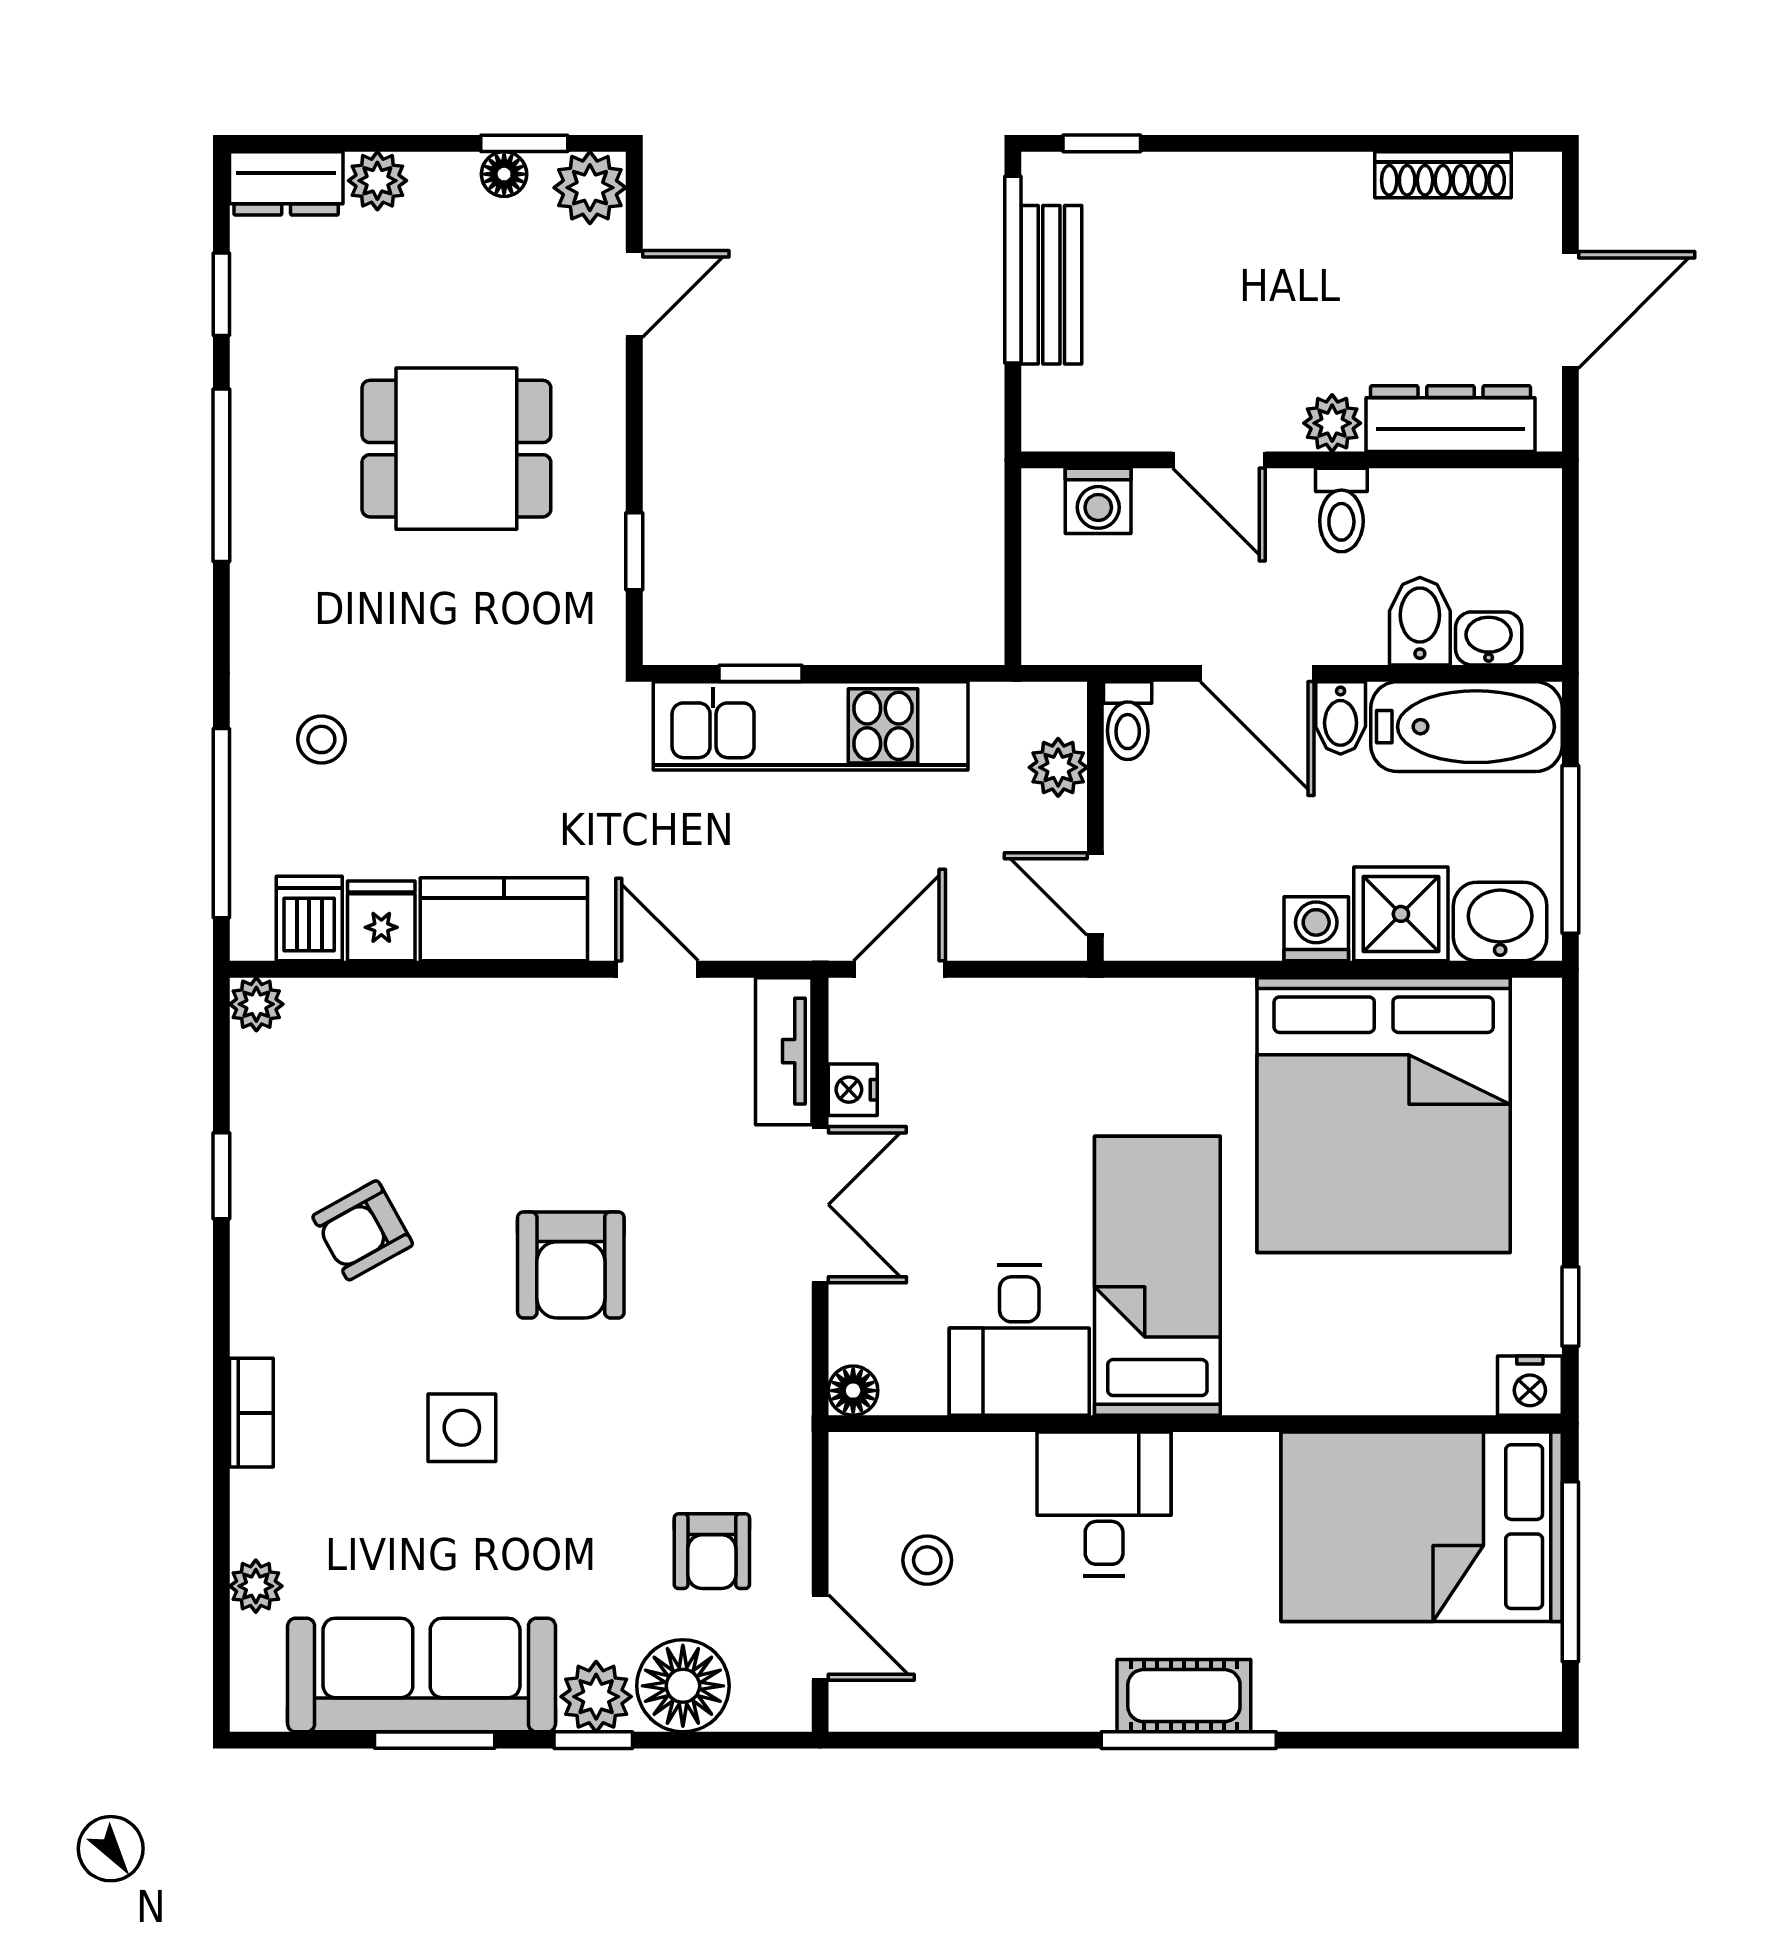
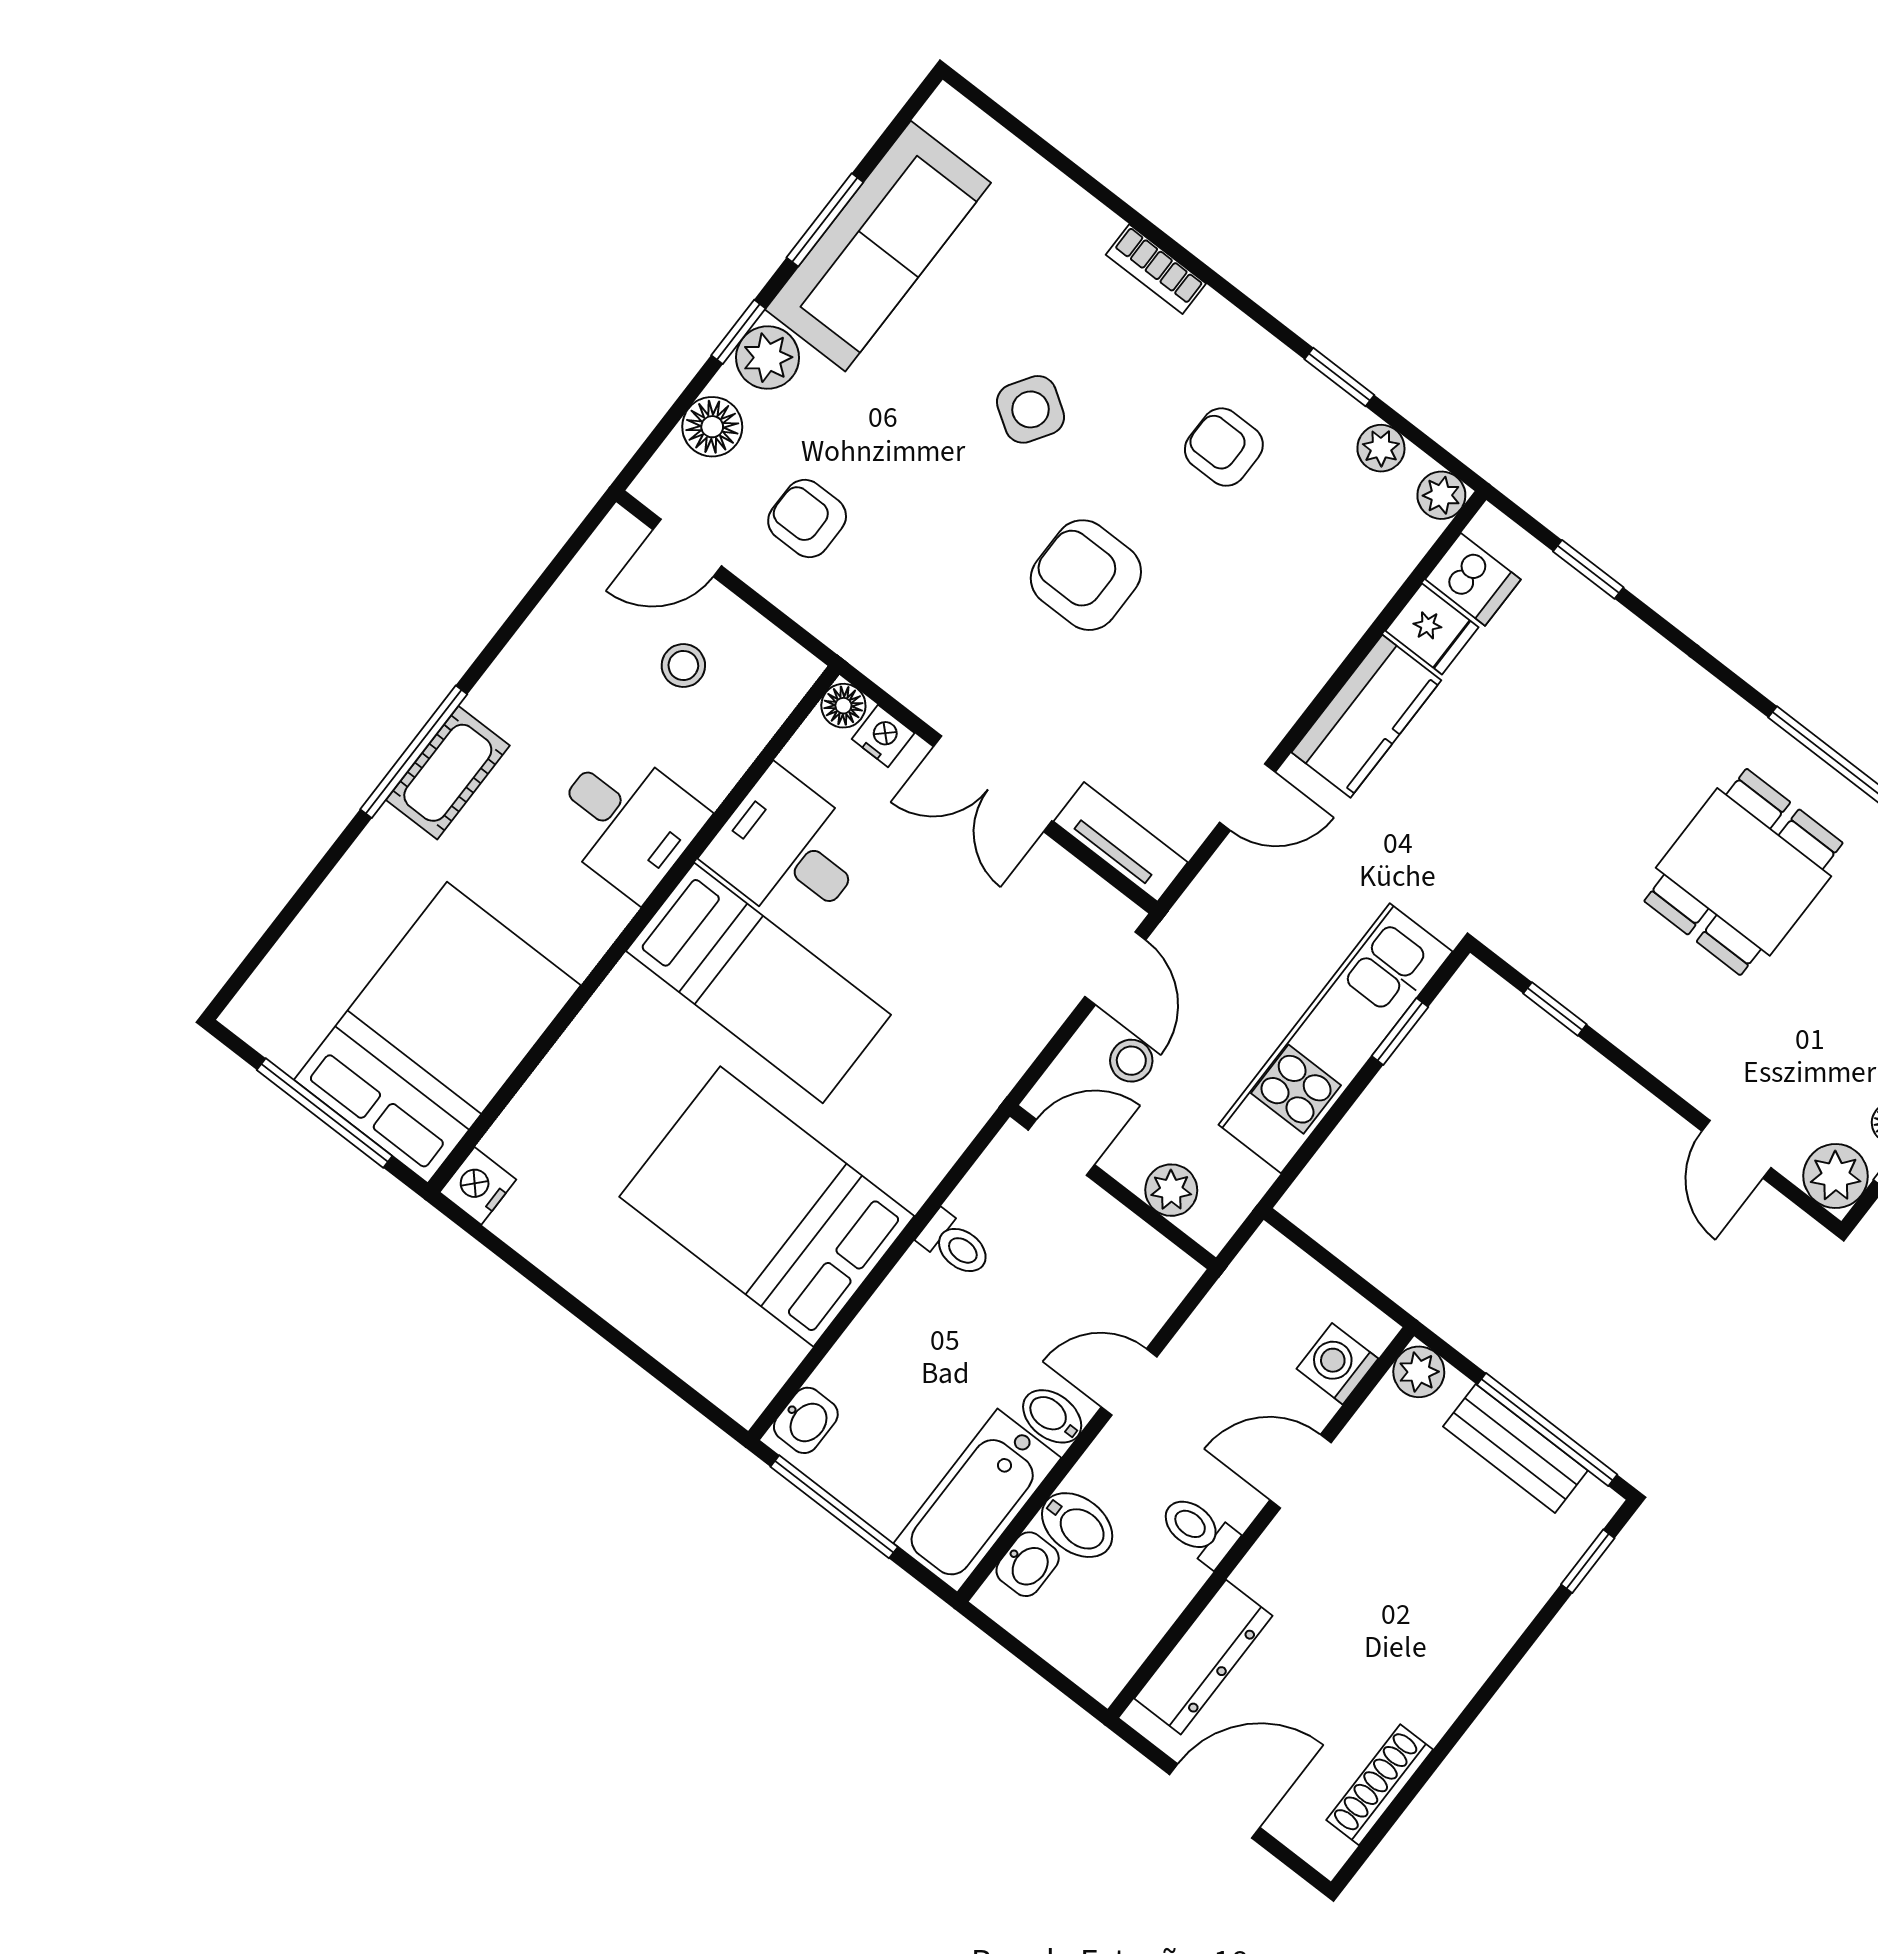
door: (1570, 310) -> (1215, 1801), swing flipped
plant: (1332, 423) -> (1419, 1372), moved
dining table: (456, 449) -> (1743, 872), moved
door: (1257, 673) -> (1129, 1382), width x0.73
toilet: (1128, 721) -> (955, 1244), moved, turned 180
stool: (321, 739) -> (1131, 1061), moved
window: (221, 823) -> (1588, 569), width x0.46
shower: (1401, 914) -> (881, 1352), removed
washbasin: (1500, 922) -> (806, 1420), width x0.72, depth x0.69
washing machine: (1316, 929) -> (917, 1284), removed
nightstand: (853, 1090) -> (883, 736), moved
bed: (1384, 1115) -> (767, 1206), width x0.73
armchair: (363, 1230) -> (1224, 447), turned -61
window: (1570, 1306) -> (512, 1258), removed
side table: (462, 1428) -> (1031, 409), turned 33
plant: (256, 1586) -> (1381, 448), moved
floor lamp: (683, 1686) -> (712, 427), width x0.73, depth x0.73

